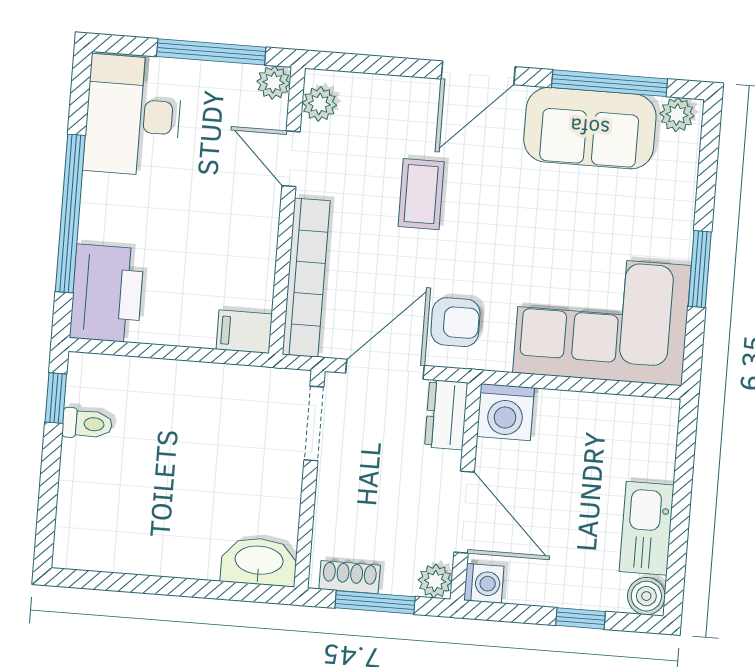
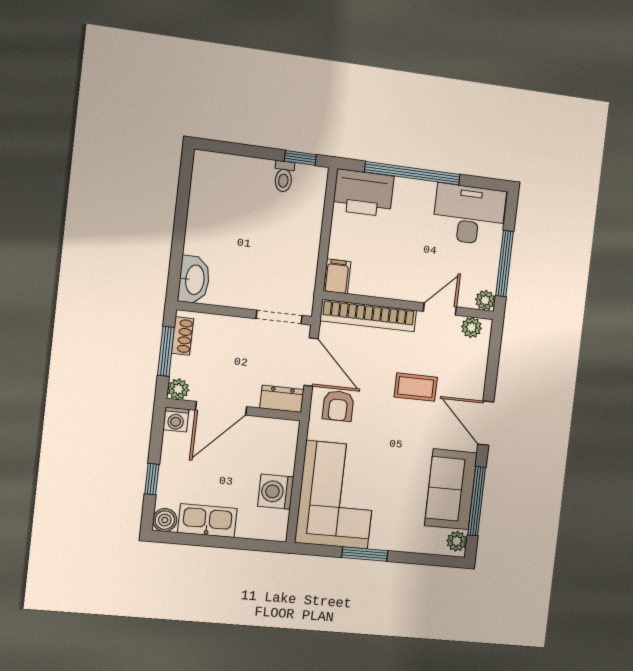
washing machine: (505, 412) -> (276, 492), moved

